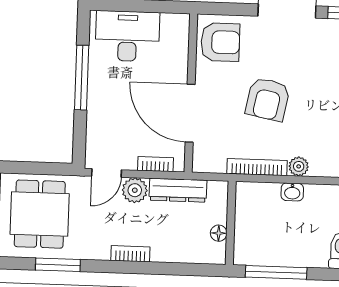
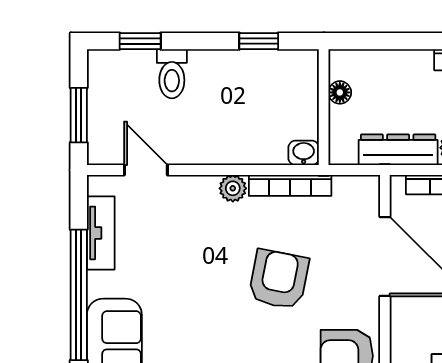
washbasin: (292, 192) -> (304, 153), moved
window: (276, 272) -> (259, 41), width x0.46

